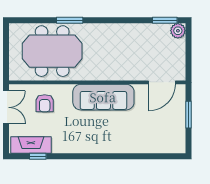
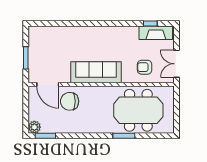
chair: (135, 62) -> (70, 101), added
door: (162, 82) -> (48, 84), swing flipped
armchair: (45, 103) -> (145, 67), turned -90

